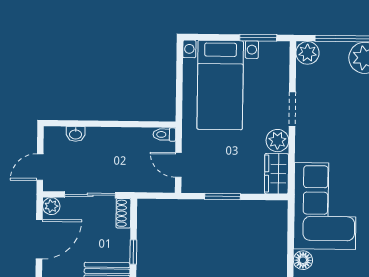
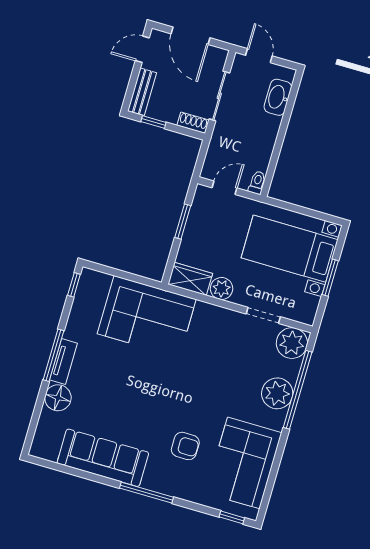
window: (258, 38) -> (330, 278), moved
plant: (307, 53) -> (292, 343), width x1.36, depth x1.36
doorway: (292, 109) -> (263, 315), moved
washbasin: (76, 134) -> (278, 97), width x1.91, depth x1.45
plant: (51, 206) -> (219, 56), removed
floor lamp: (303, 260) -> (101, 281), removed

